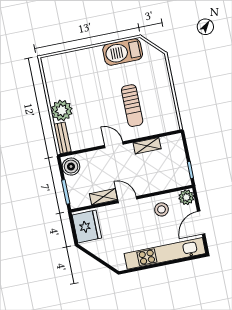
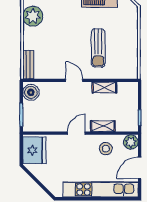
plant: (62, 110) -> (33, 16), moved
shelving: (103, 197) -> (103, 126), moved
door: (127, 200) -> (76, 133), hinge flipped

